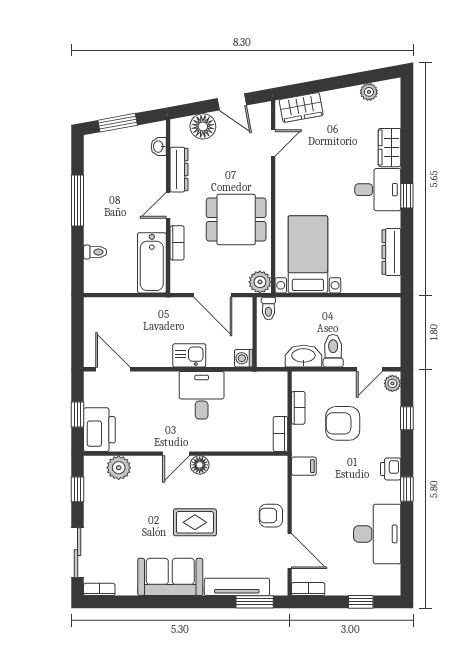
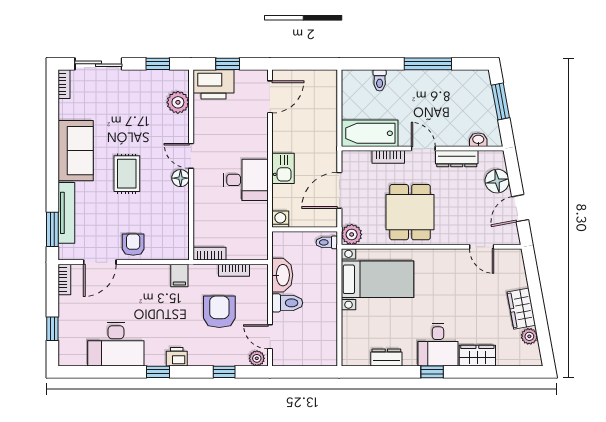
wardrobe: (301, 107) -> (521, 309), moved
dresser: (391, 252) -> (386, 357), width x0.70

